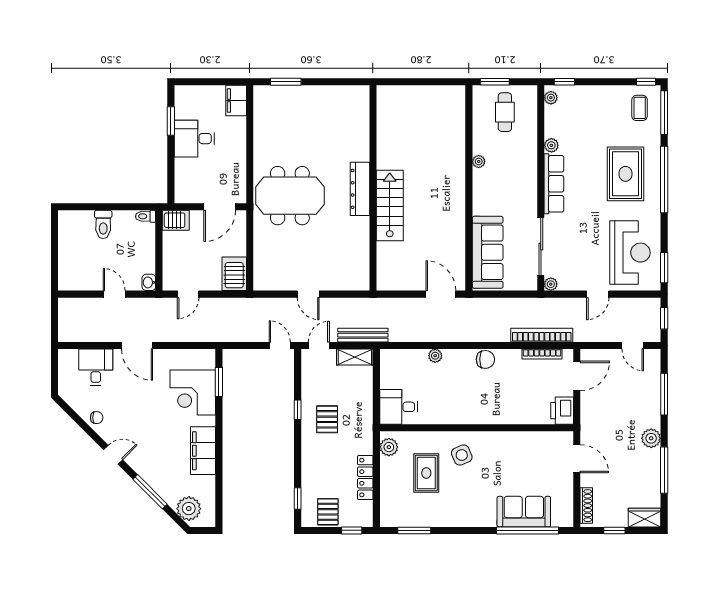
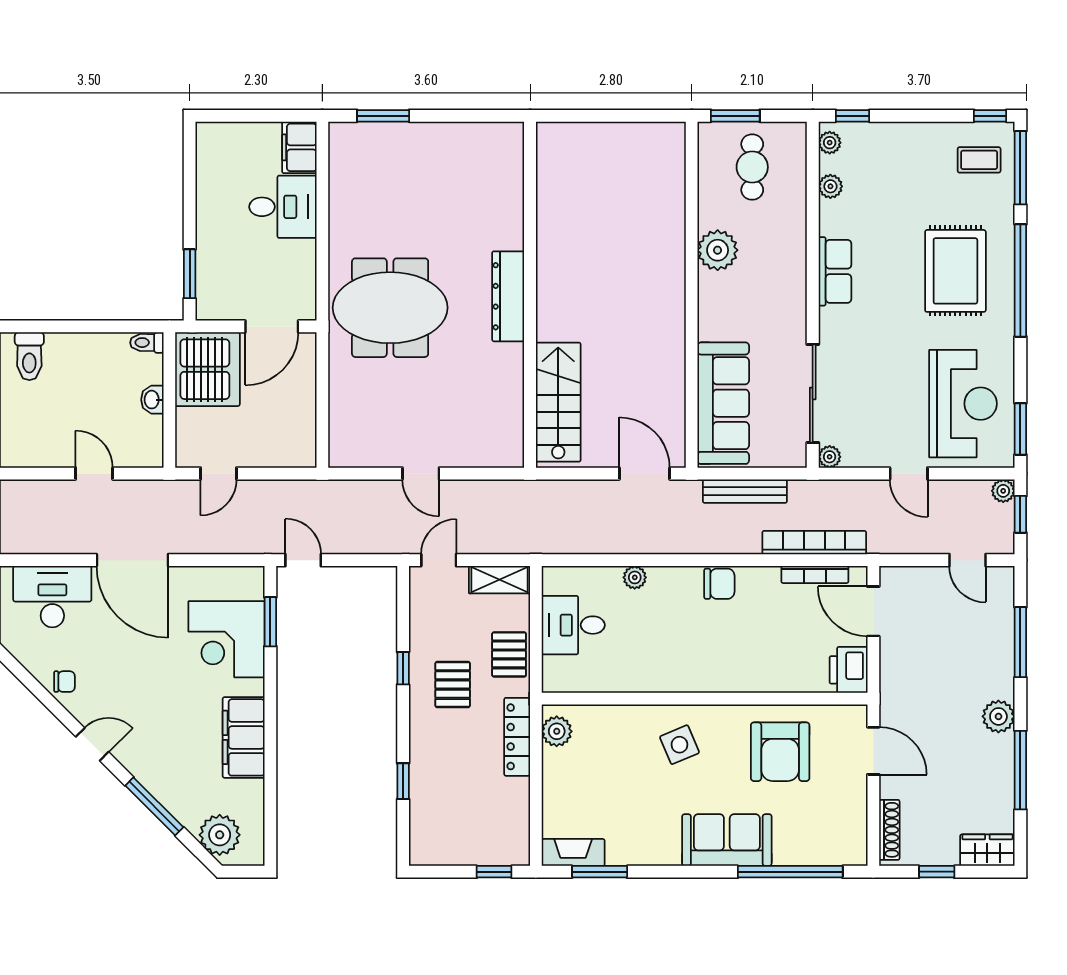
coffee table: (640, 108) -> (979, 160), turned 90
window: (171, 121) -> (190, 274), moved
desk: (194, 139) -> (283, 207), moved, turned 180
plant: (551, 145) -> (830, 186), moved
plant: (479, 161) -> (718, 250), width x1.87, depth x1.87
row of seats: (554, 184) -> (835, 271), width x0.68
stairs: (390, 205) -> (558, 402), moved
server rack: (176, 220) -> (207, 369), width x2.18, depth x1.44
toilet: (103, 224) -> (29, 356), moved
server rack: (234, 274) -> (296, 439), removed
washbasin: (149, 282) -> (152, 400), moved
door: (598, 294) -> (909, 474), hinge flipped
plant: (654, 304) -> (1003, 491), added
bench: (363, 335) -> (745, 491), moved
door: (137, 345) -> (132, 560), width x1.36
door: (280, 345) -> (303, 560), moved
desk: (96, 367) -> (52, 597), width x1.37
door: (577, 376) -> (873, 611), swing flipped
desk: (399, 407) -> (573, 625), moved
armchair: (521, 459) -> (780, 752), added
rug: (426, 473) -> (620, 775), removed
locker: (365, 477) -> (517, 737), moved
window: (298, 498) -> (403, 781), moved
pallet: (328, 512) -> (509, 654), moved
sofa: (524, 512) -> (727, 840), moved
fireplace: (399, 519) -> (573, 852), added

